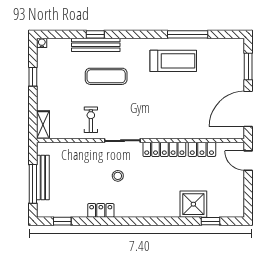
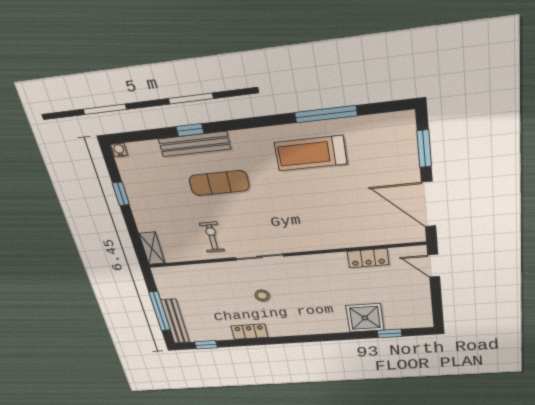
treadmill: (173, 61) -> (311, 153), turned 180
door: (248, 109) -> (429, 204), hinge flipped
locker: (164, 149) -> (317, 262), removed
bench: (43, 178) -> (175, 321), moved

